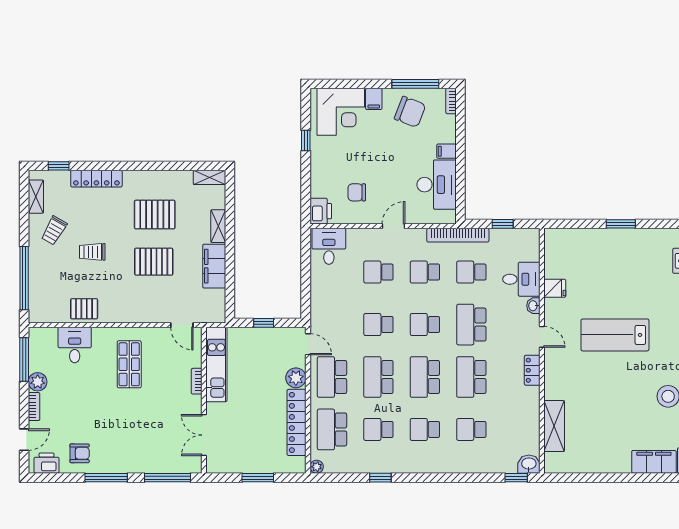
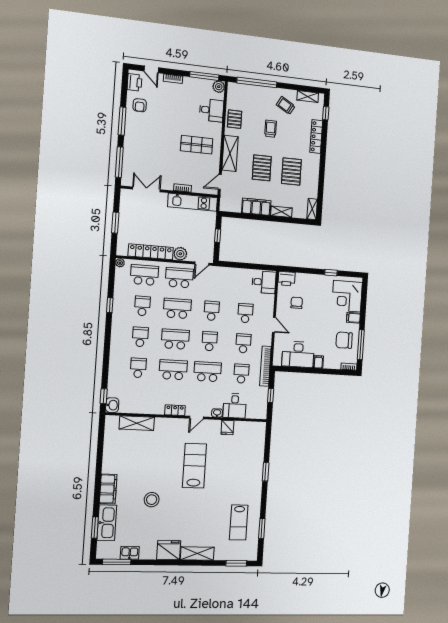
chair: (410, 112) -> (344, 340), turned 69
shelving: (137, 312) -> (230, 153), added
plant: (38, 382) -> (219, 87), moved

